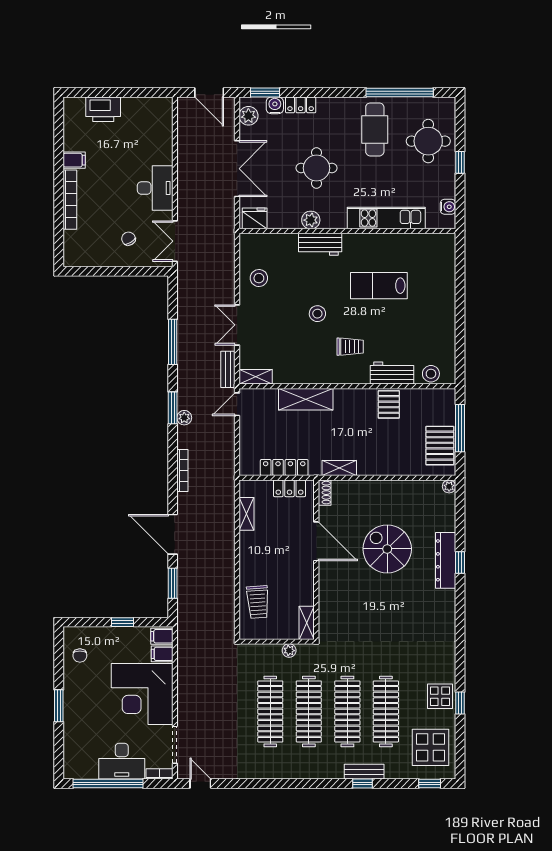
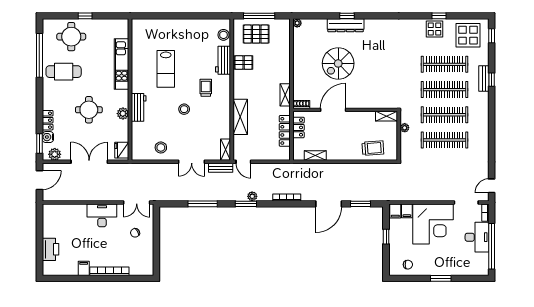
water cooler: (448, 207) -> (114, 24), removed
pallet: (440, 446) -> (256, 34), moved

